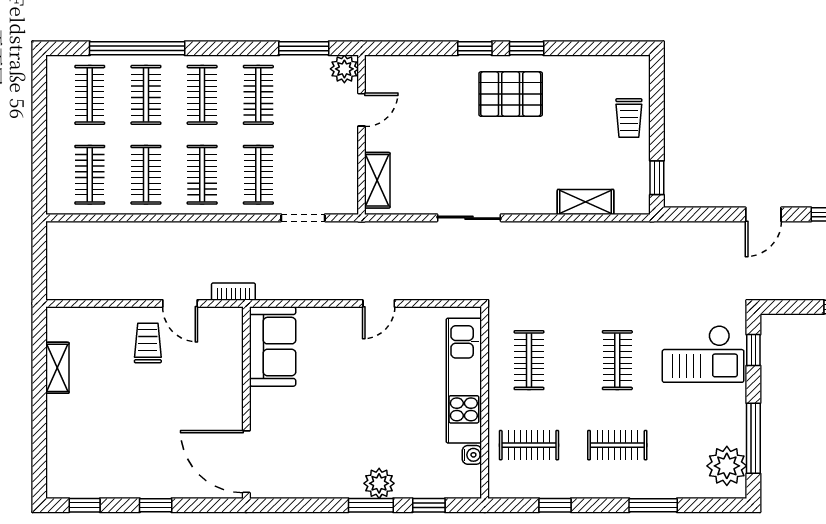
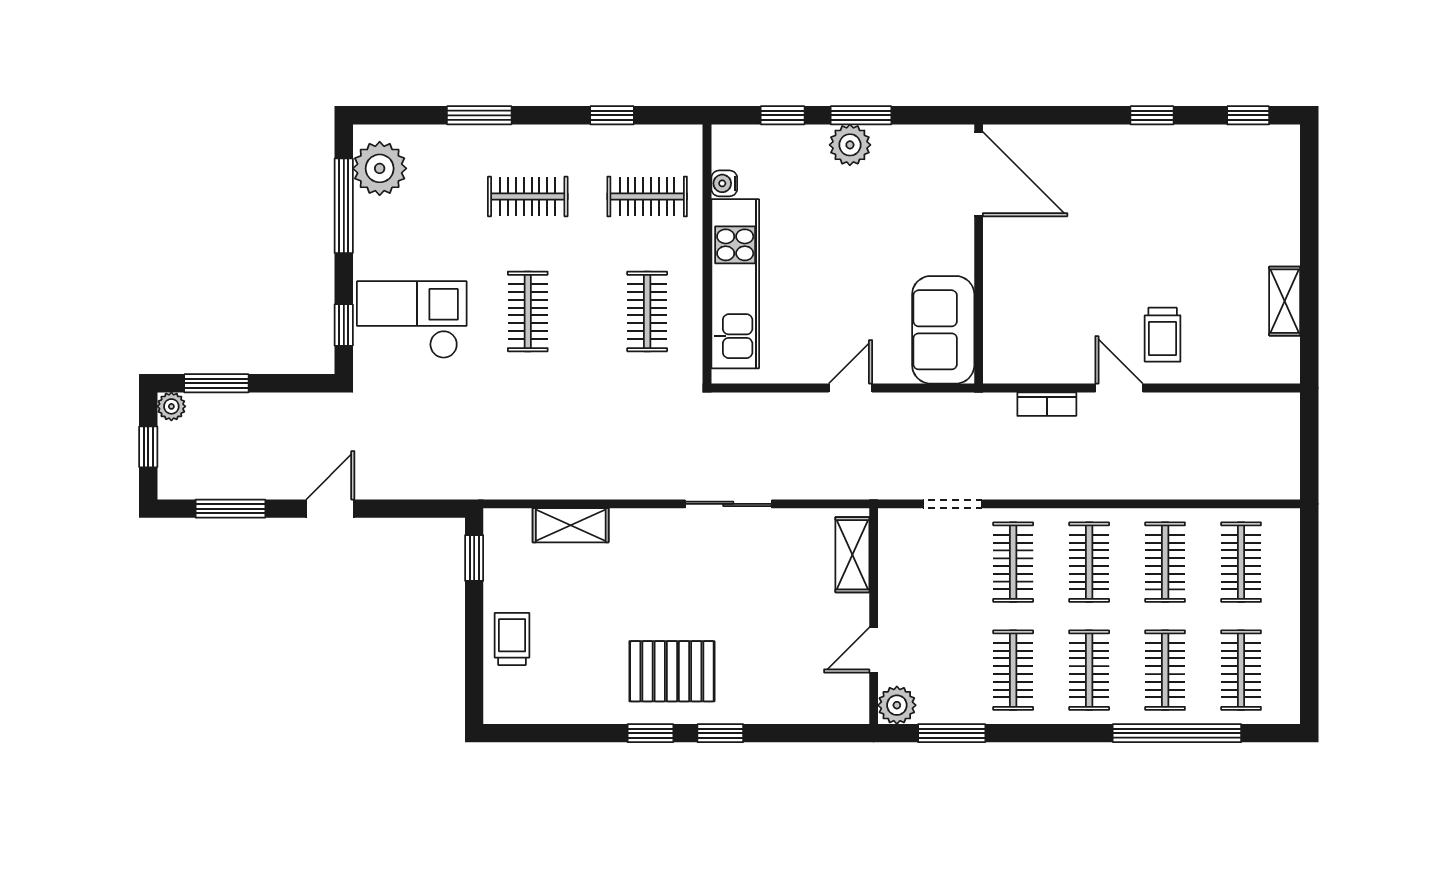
sofa: (273, 347) -> (943, 330), moved
wall: (246, 403) -> (979, 254), moved
door: (246, 462) -> (979, 174), moved

